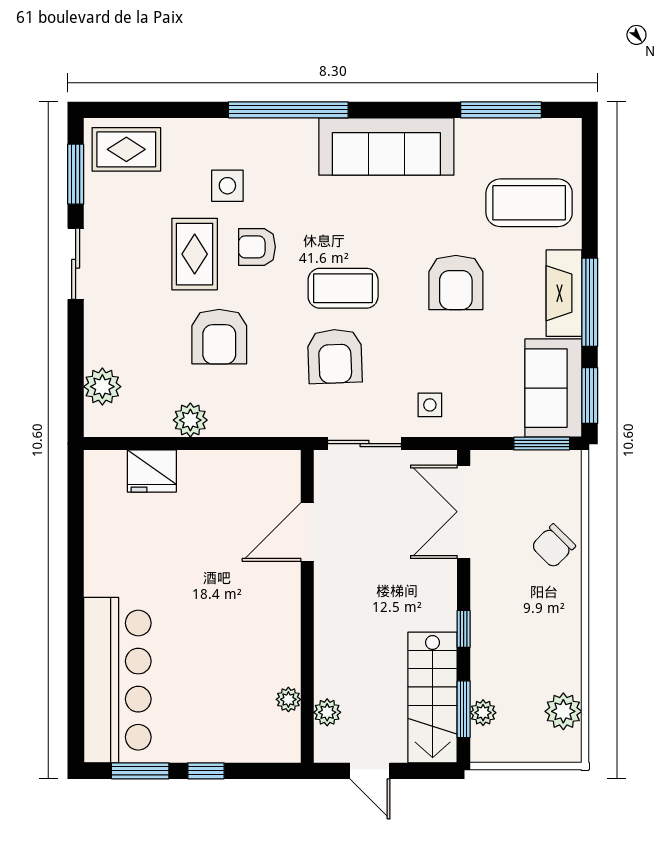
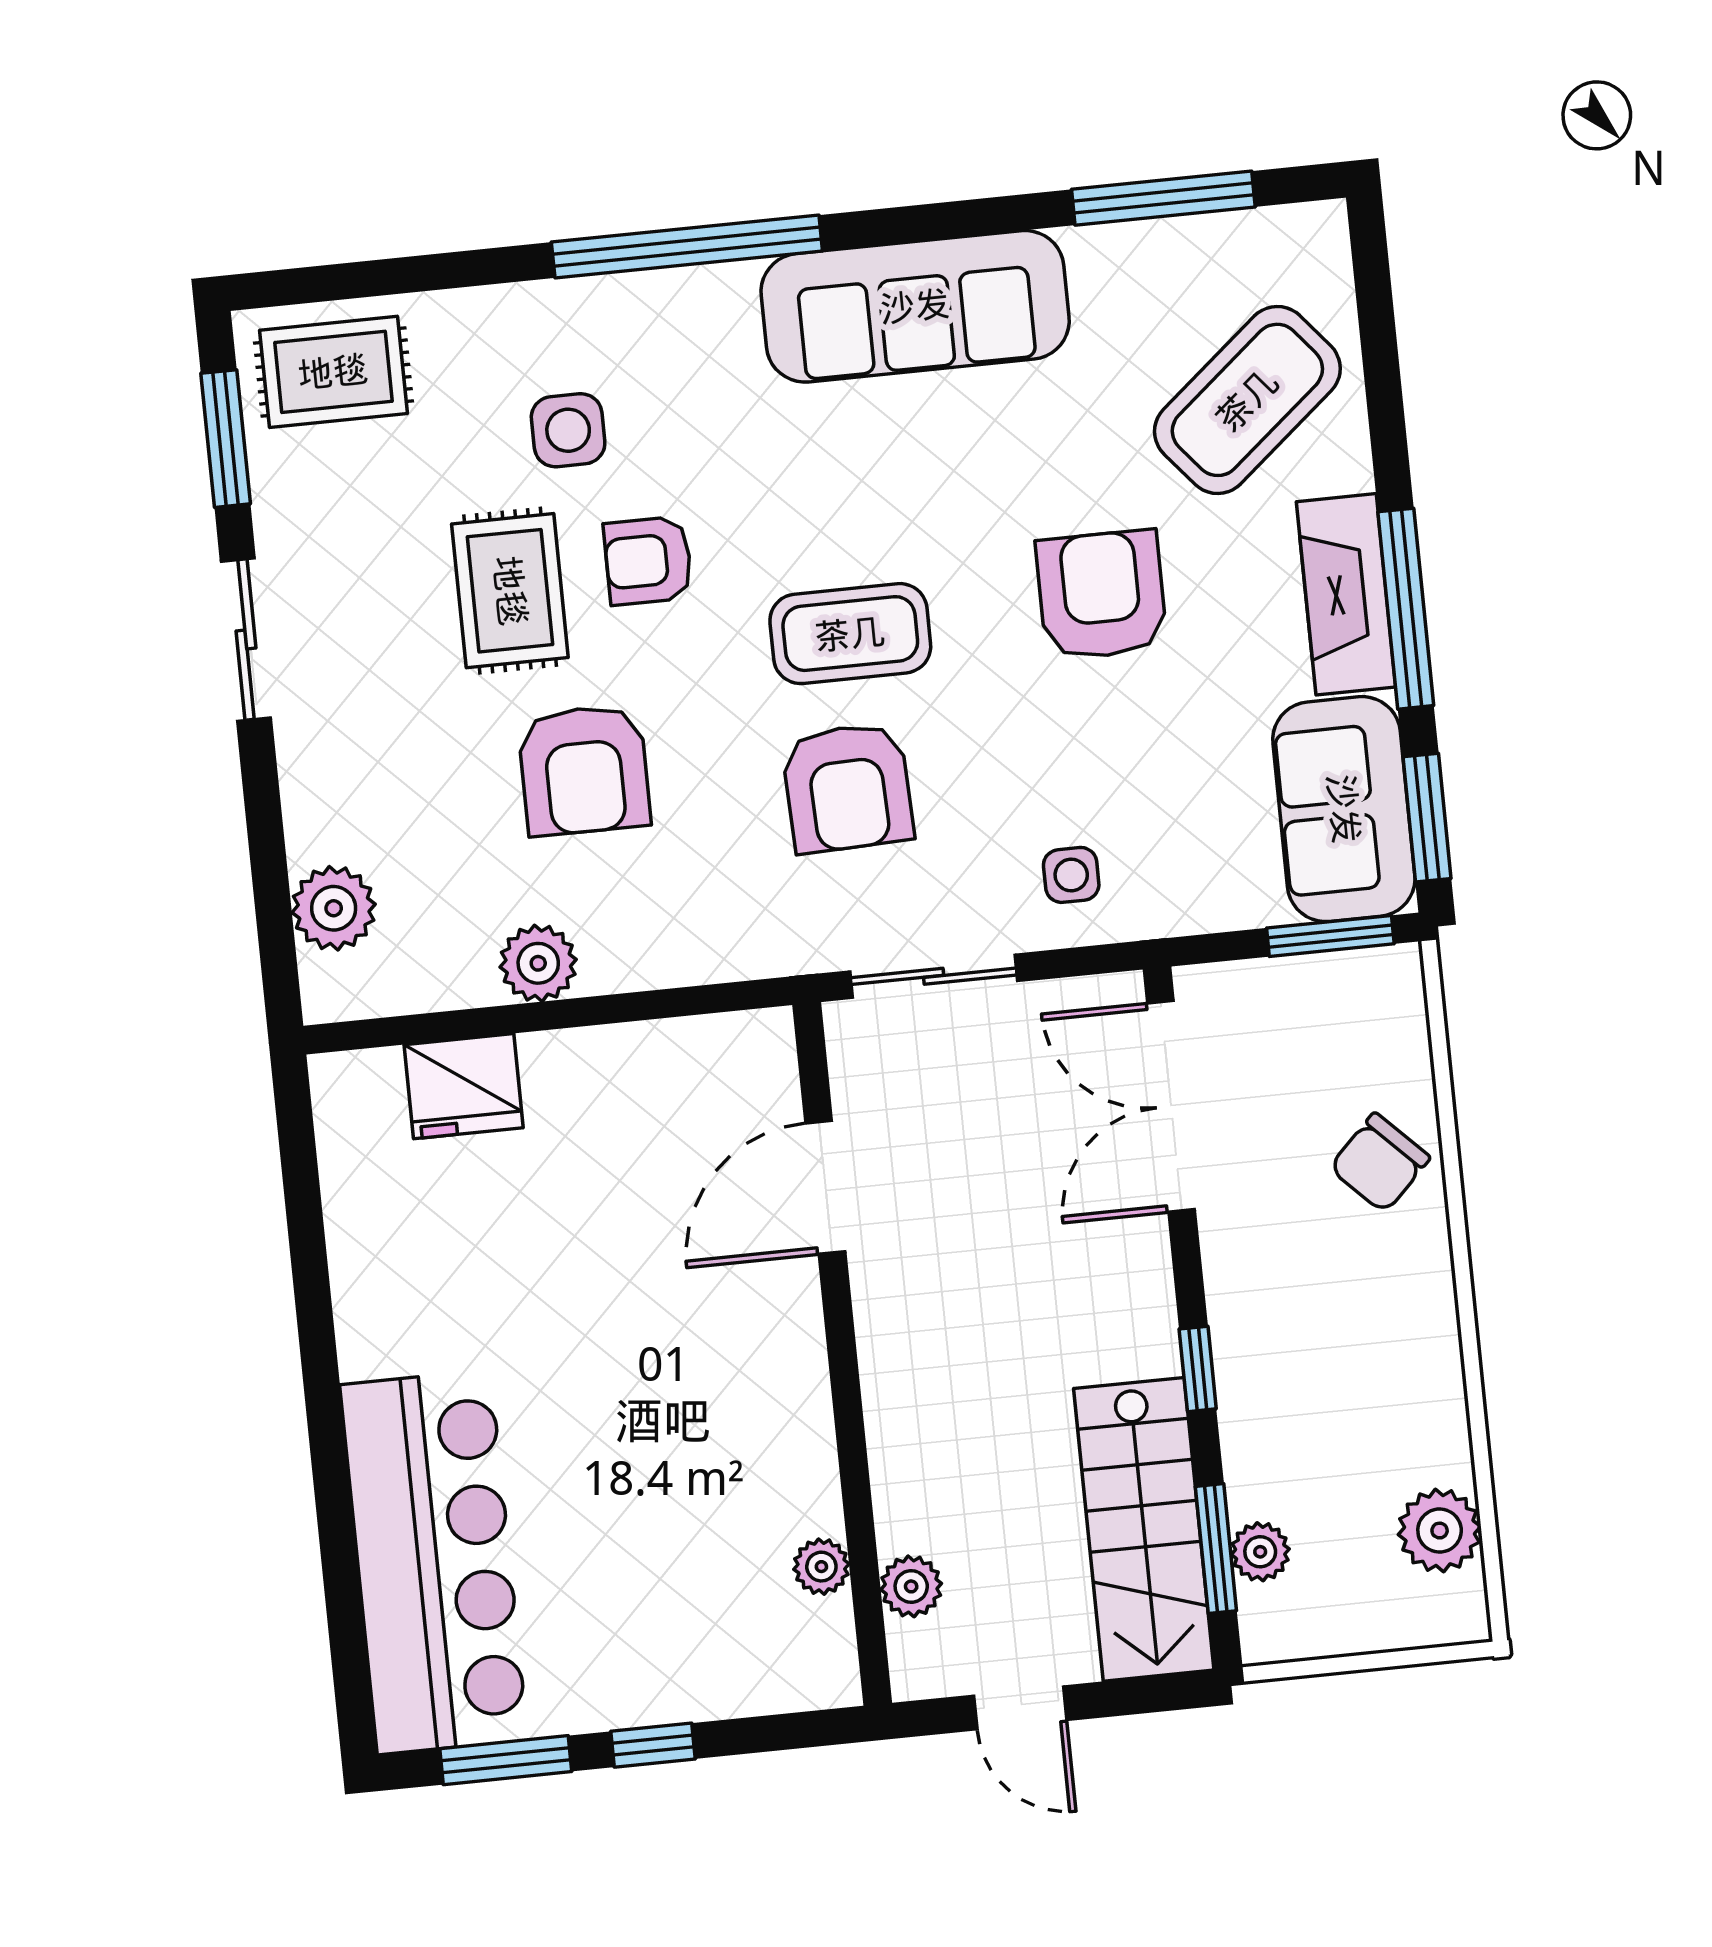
coffee table: (529, 203) -> (1247, 400), turned -40
armchair: (456, 282) -> (1101, 595), turned 180

